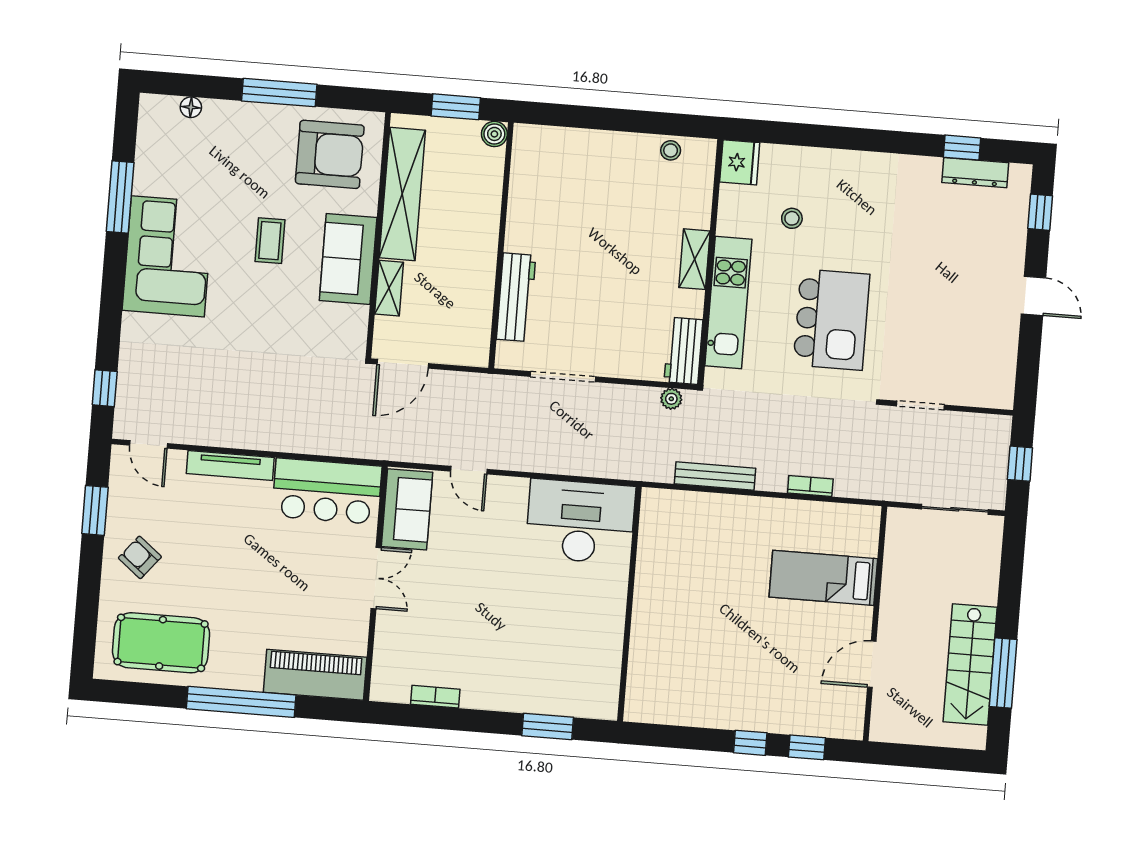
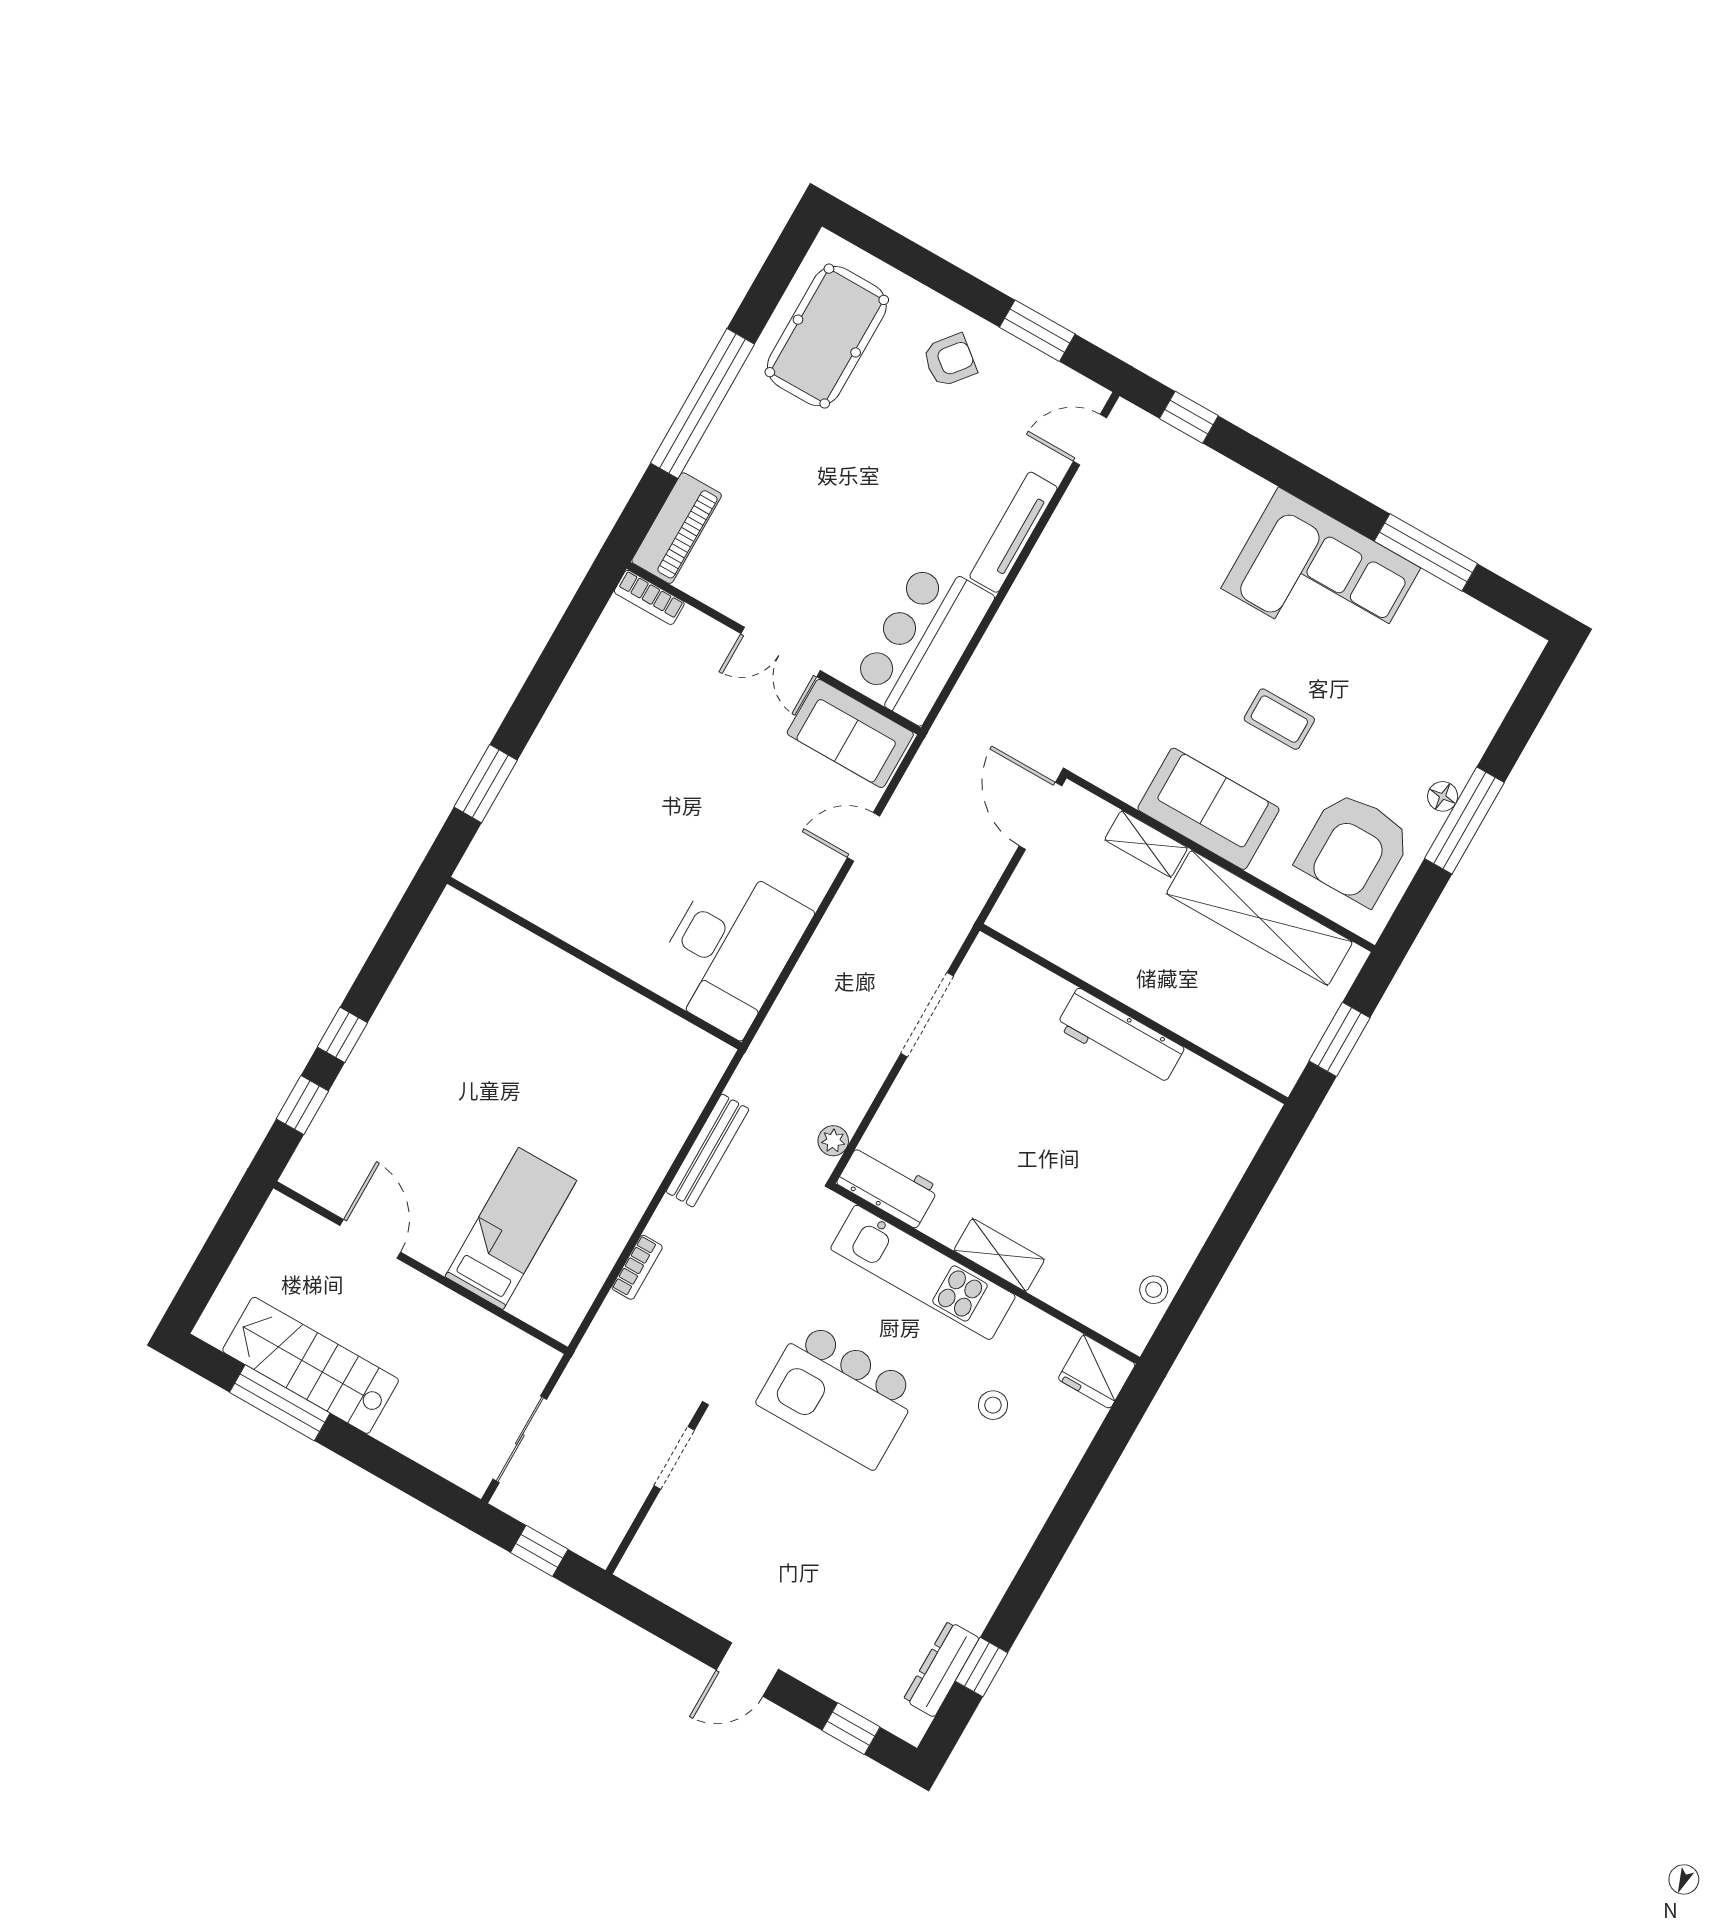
floor lamp: (191, 107) -> (1443, 796), moved
boiler: (494, 134) -> (1281, 1073), removed
workbench: (516, 297) -> (1120, 1038), moved
piano: (315, 675) -> (677, 528), width x0.73, depth x0.75
bookcase: (435, 697) -> (649, 597), moved, turned 90

